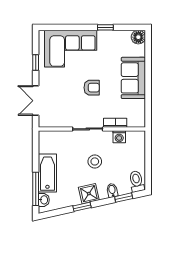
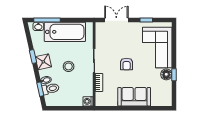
floor lamp: (138, 37) -> (166, 74), moved
washing machine: (119, 137) -> (88, 101), moved
bathtub: (47, 173) -> (65, 32), width x1.36, depth x1.36
toilet: (137, 181) -> (51, 89), moved

